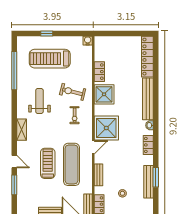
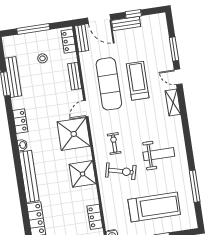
window: (14, 71) -> (195, 186), width x0.68
locker: (99, 72) -> (95, 217), moved
weight bench: (39, 101) -> (159, 154), turned -90
shelving: (22, 130) -> (173, 102), moved
treadmill: (48, 163) -> (138, 81), turned 180

